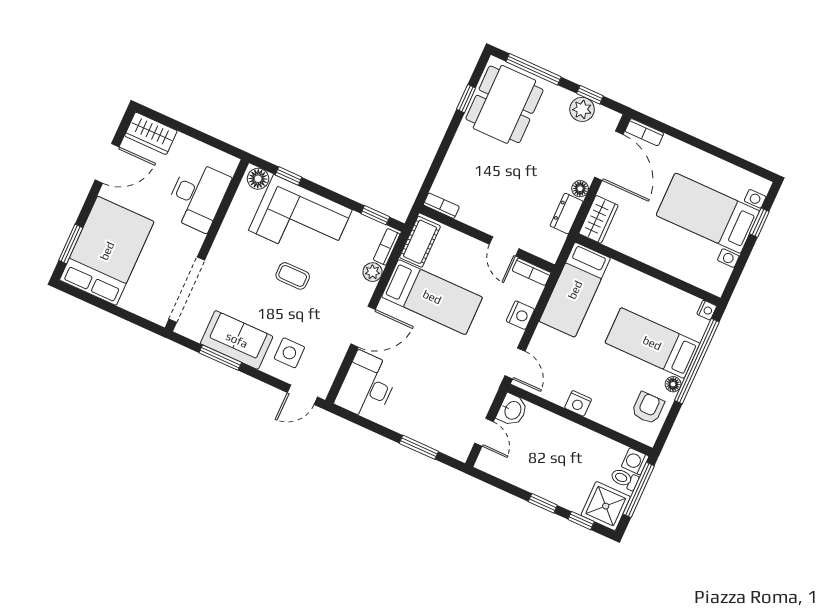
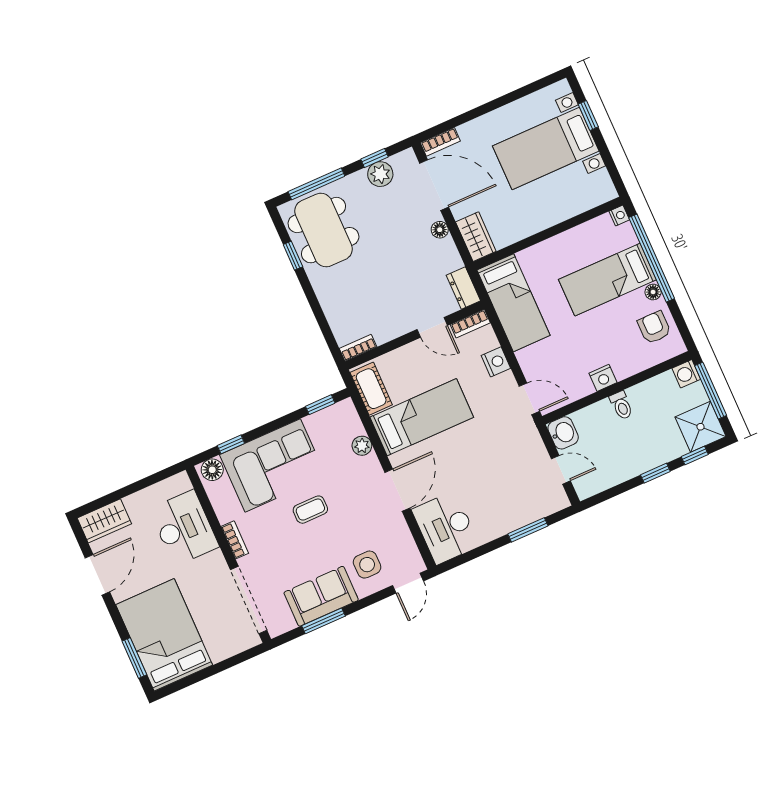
dresser: (567, 214) -> (463, 288), moved
bookcase: (387, 247) -> (235, 540), moved, turned 180
toilet: (624, 479) -> (621, 405), moved, turned -90

